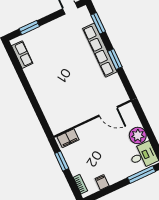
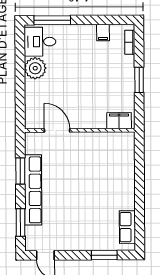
door: (108, 111) -> (57, 130), moved
wall: (92, 119) -> (80, 130), moved
filing cabinet: (68, 138) -> (119, 121), moved

